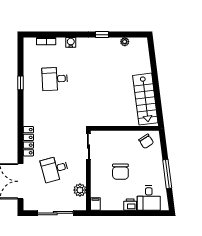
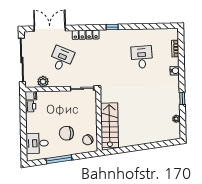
window: (20, 83) -> (112, 27), moved
stairs: (145, 99) -> (110, 125), moved, turned 97
desk: (55, 169) -> (61, 59), turned 39
chair: (120, 172) -> (66, 133), moved
printer: (130, 205) -> (31, 106), moved
sliding door: (55, 213) -> (22, 60), width x1.36

